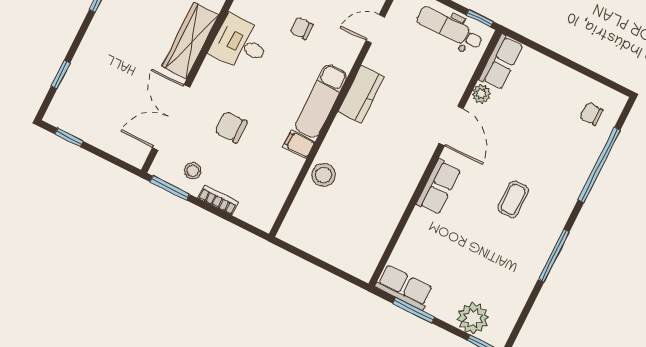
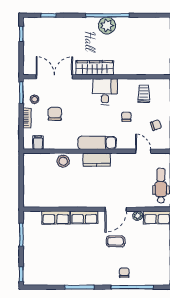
kitchen counter: (361, 94) -> (97, 160), moved
chair: (591, 114) -> (124, 273), moved
chair: (231, 127) -> (55, 114), moved
filing cabinet: (299, 144) -> (38, 143), moved
coffee table: (513, 199) -> (116, 241), moved
row of seats: (404, 287) -> (56, 218), moved, turned 90
plant: (473, 318) -> (31, 264), removed

